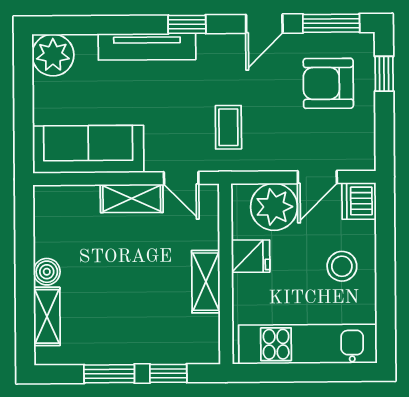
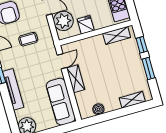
coffee table: (228, 127) -> (28, 39), moved
boiler: (47, 272) -> (98, 109), moved
shelving: (206, 282) -> (117, 35), moved

